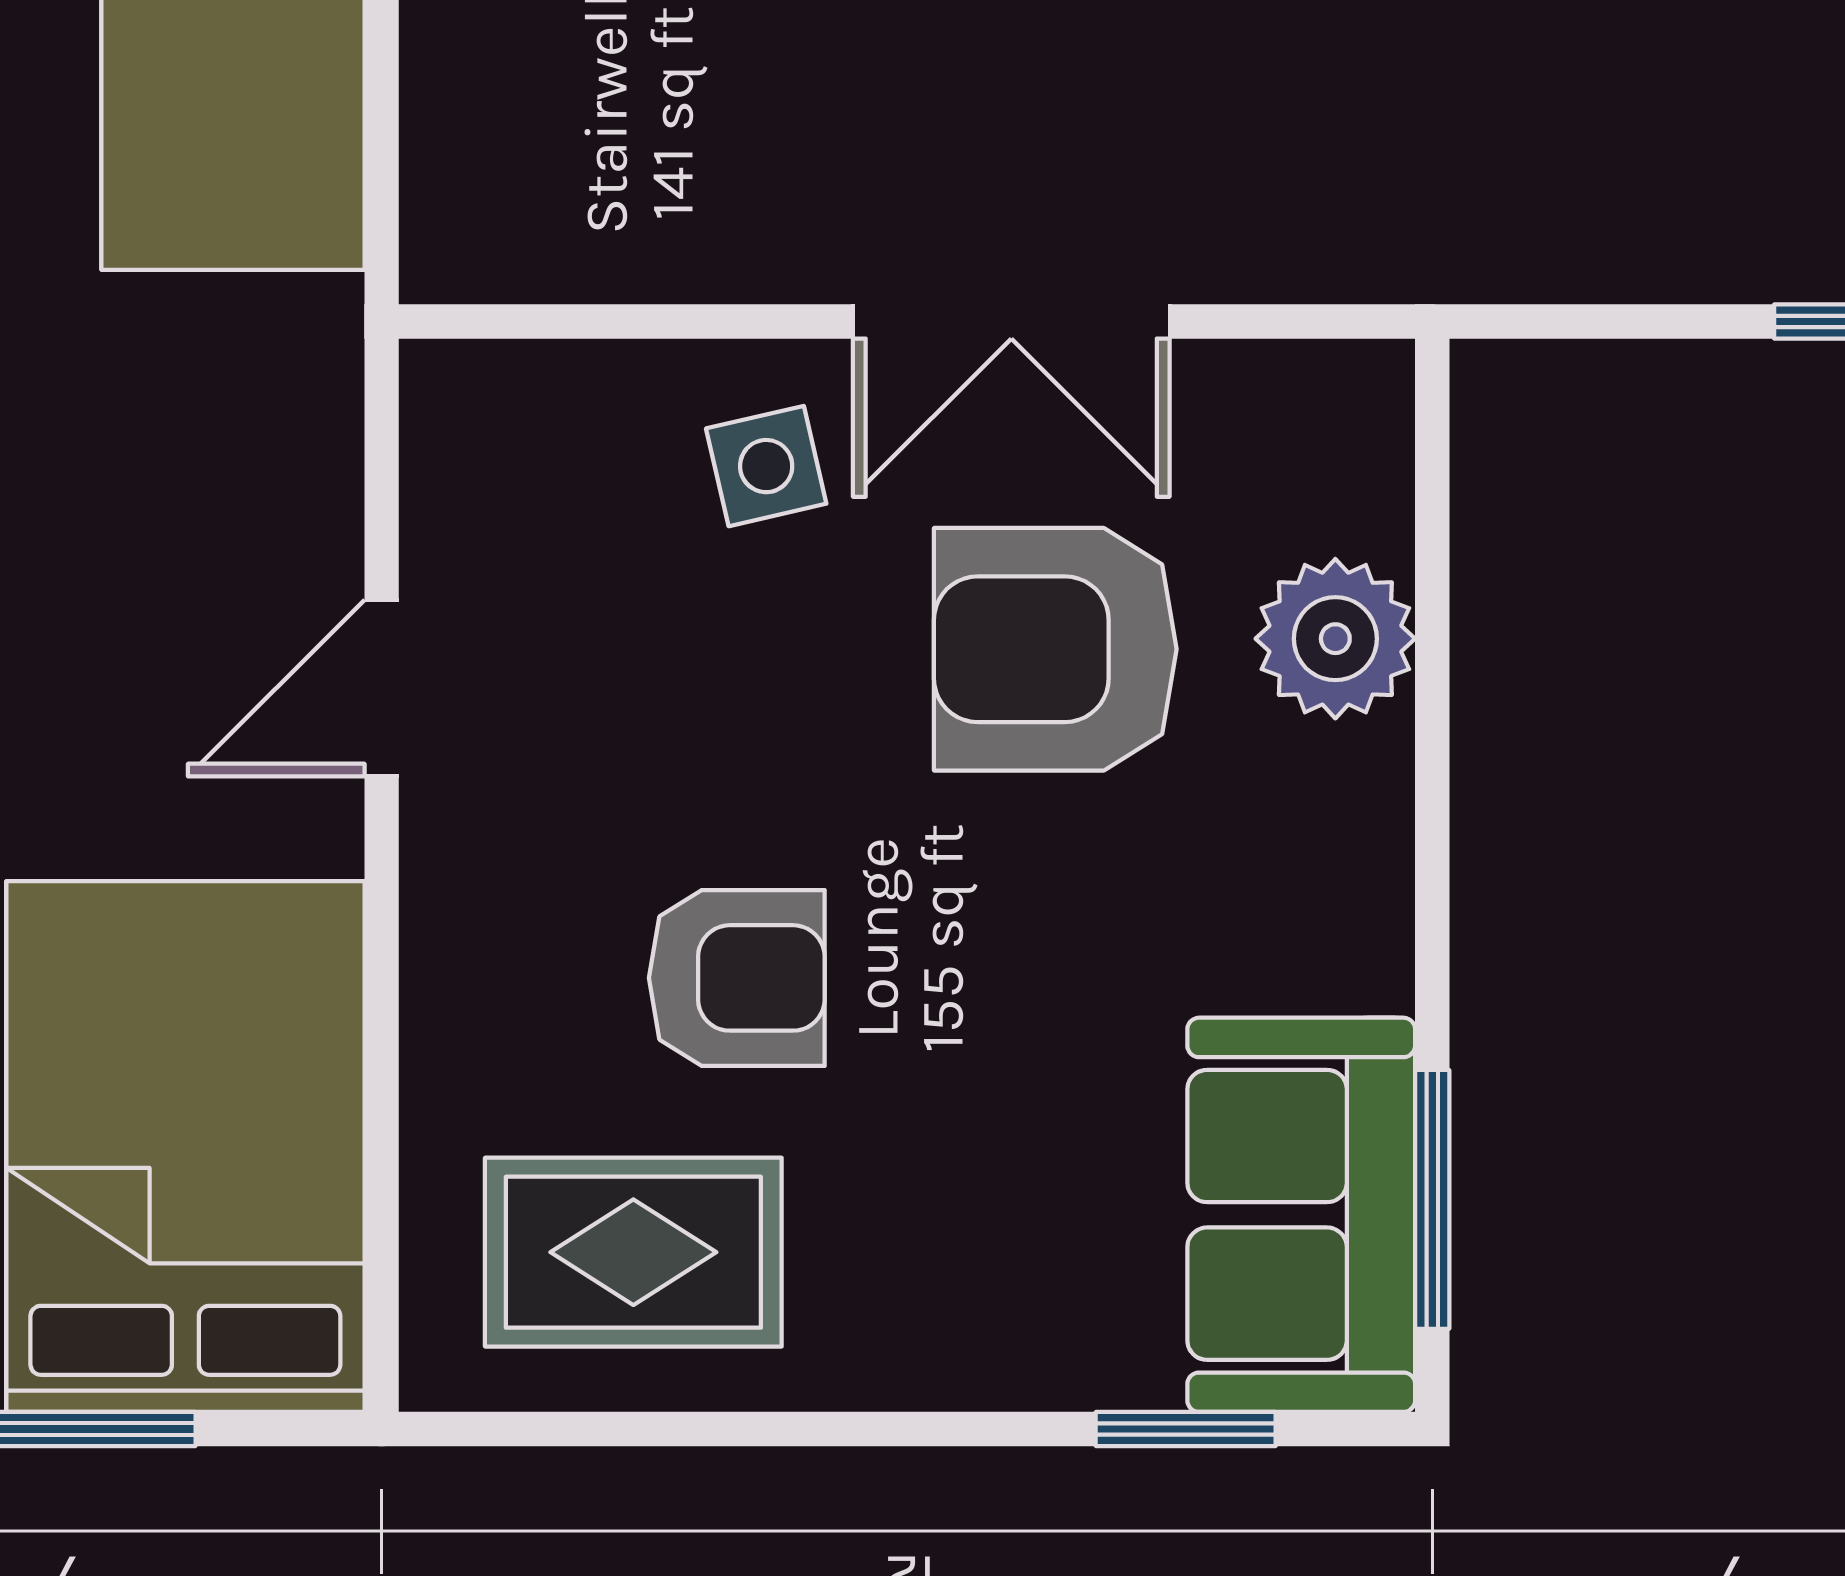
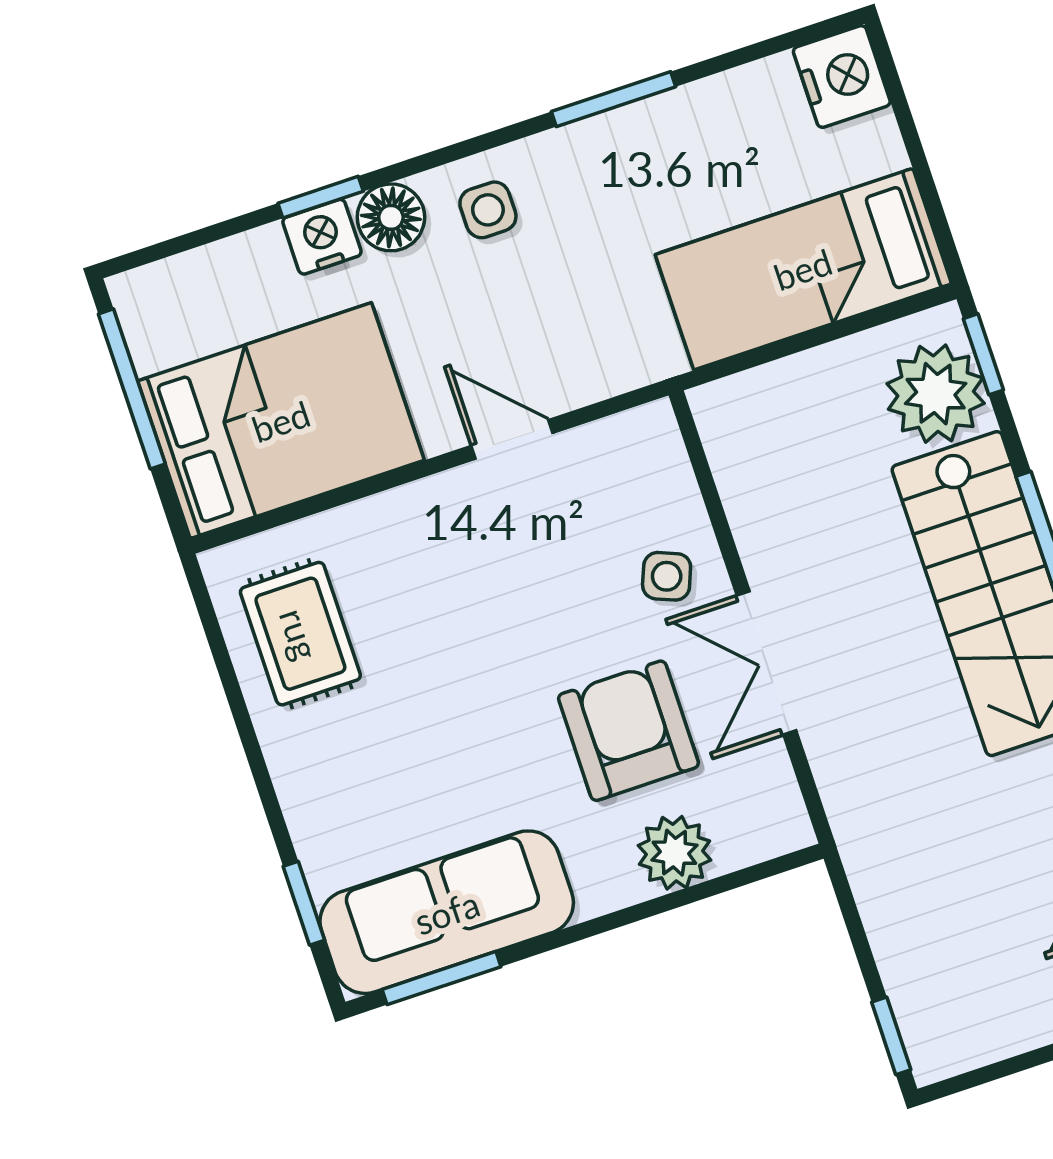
side table: (766, 466) -> (667, 576), turned 35
armchair: (737, 978) -> (437, 639), removed
sofa: (1301, 1215) -> (447, 912), width x1.36

